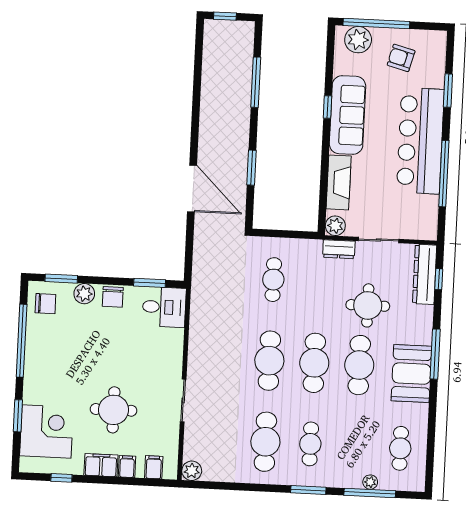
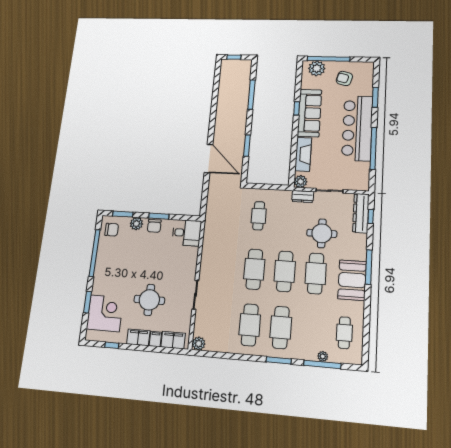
window: (150, 283) -> (159, 216), moved
cafe table: (310, 444) -> (281, 327), width x1.37, depth x1.35
filing cabinet: (154, 467) -> (173, 340), width x2.00

